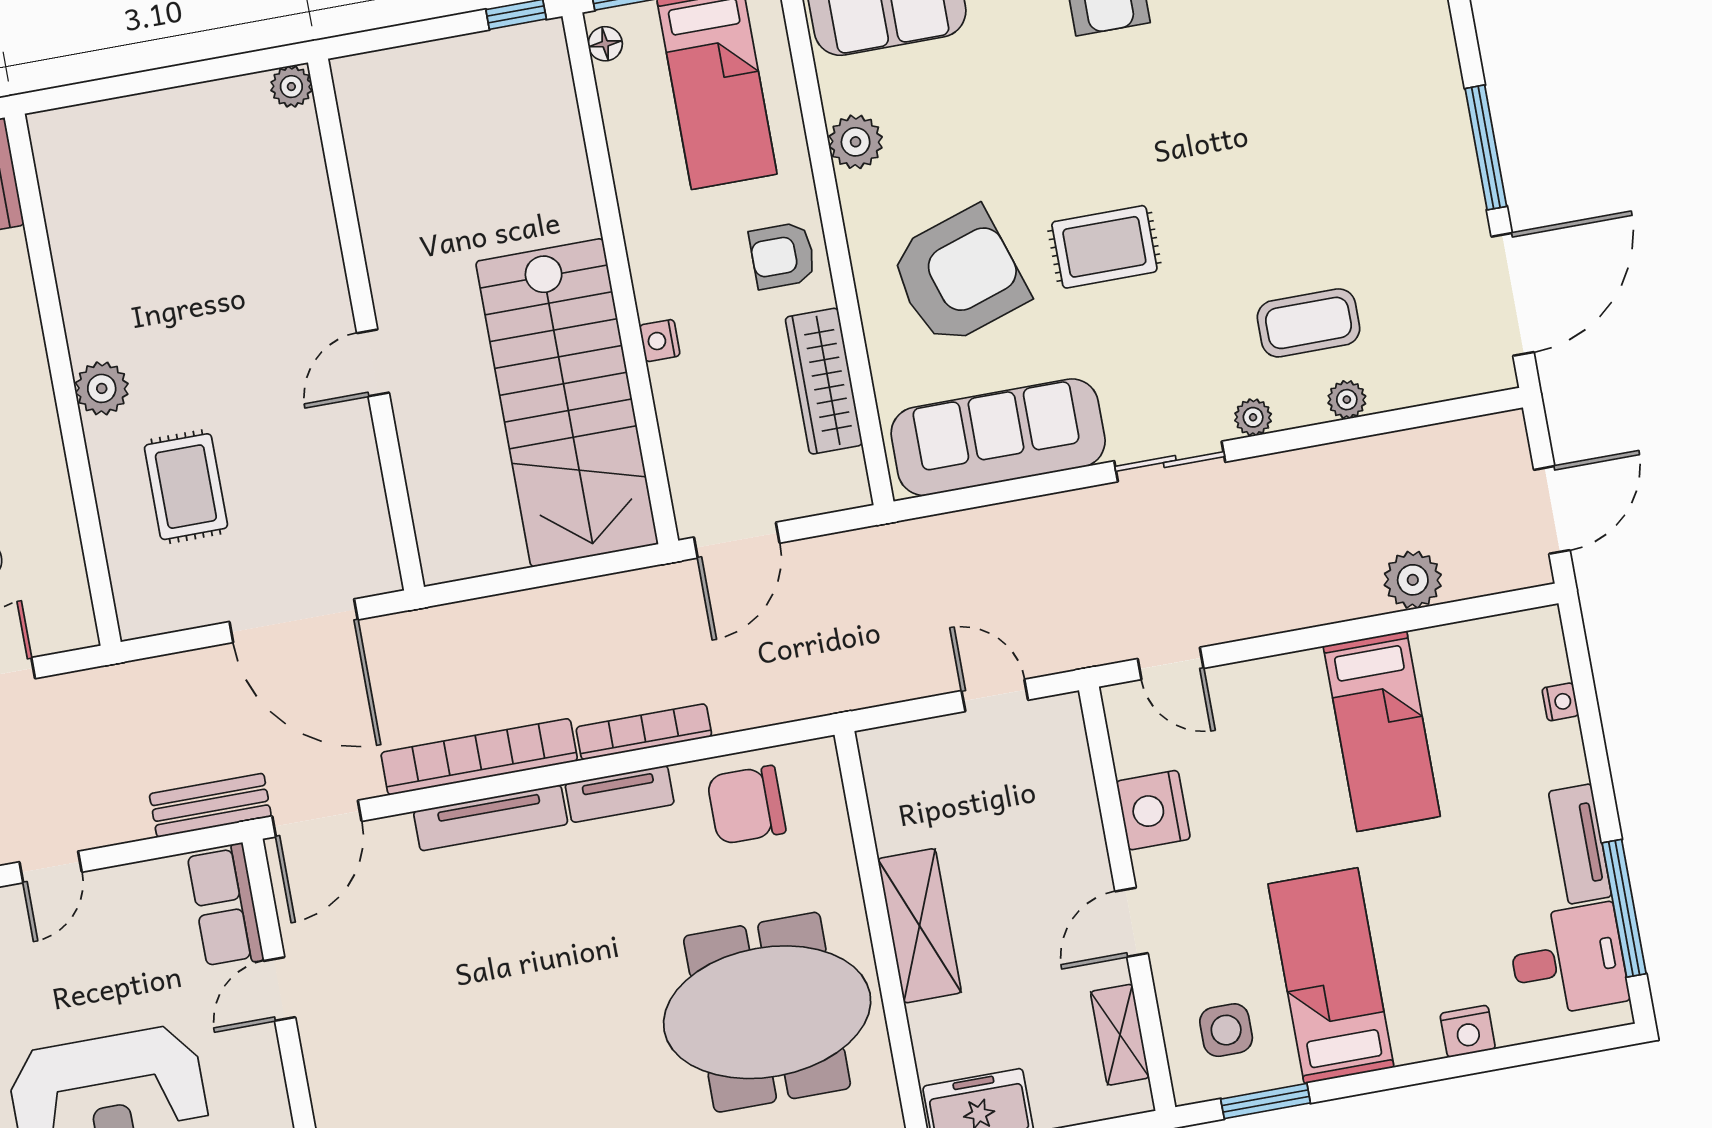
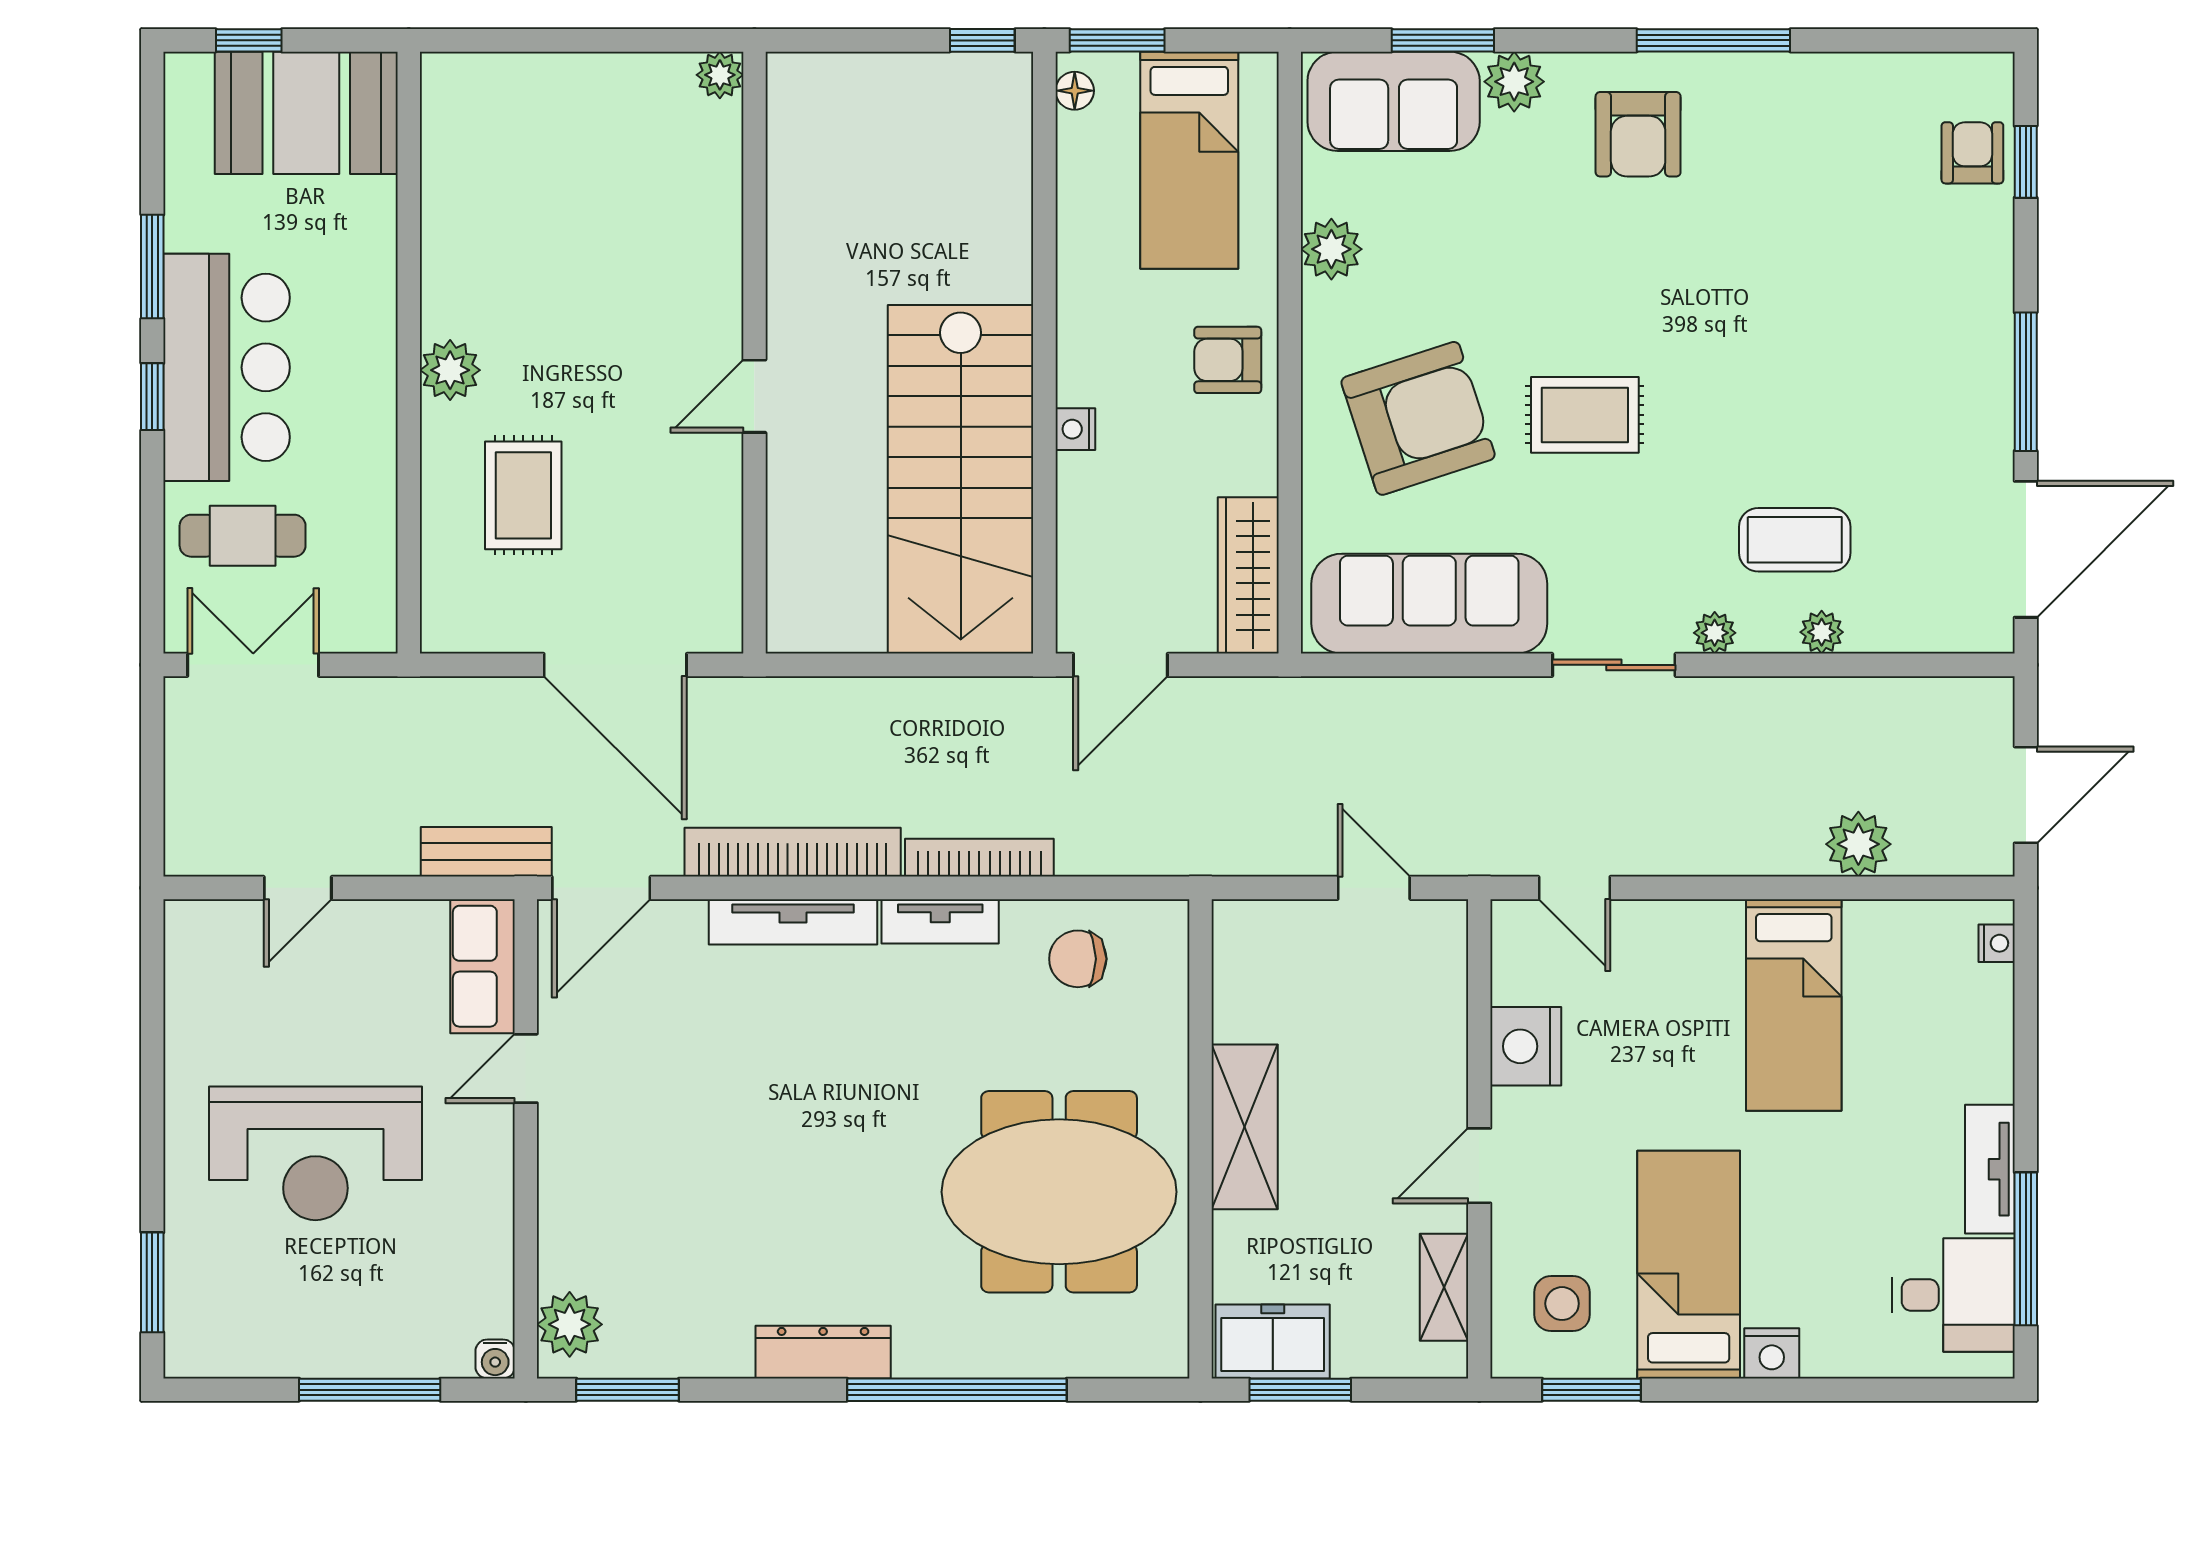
wardrobe: (824, 381) -> (1248, 575), moved
nightstand: (1560, 702) -> (1997, 943), moved
chair: (746, 805) -> (1078, 959), width x0.73, depth x0.73
nightstand: (1468, 1031) -> (1772, 1353), moved

